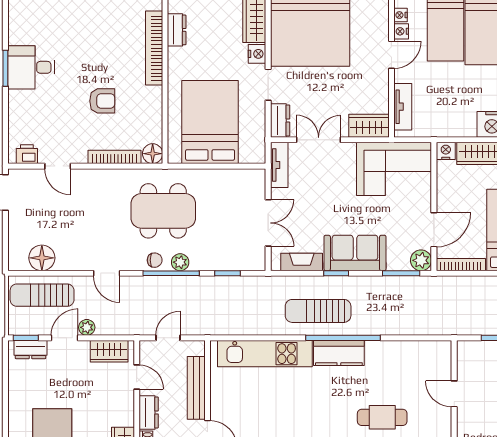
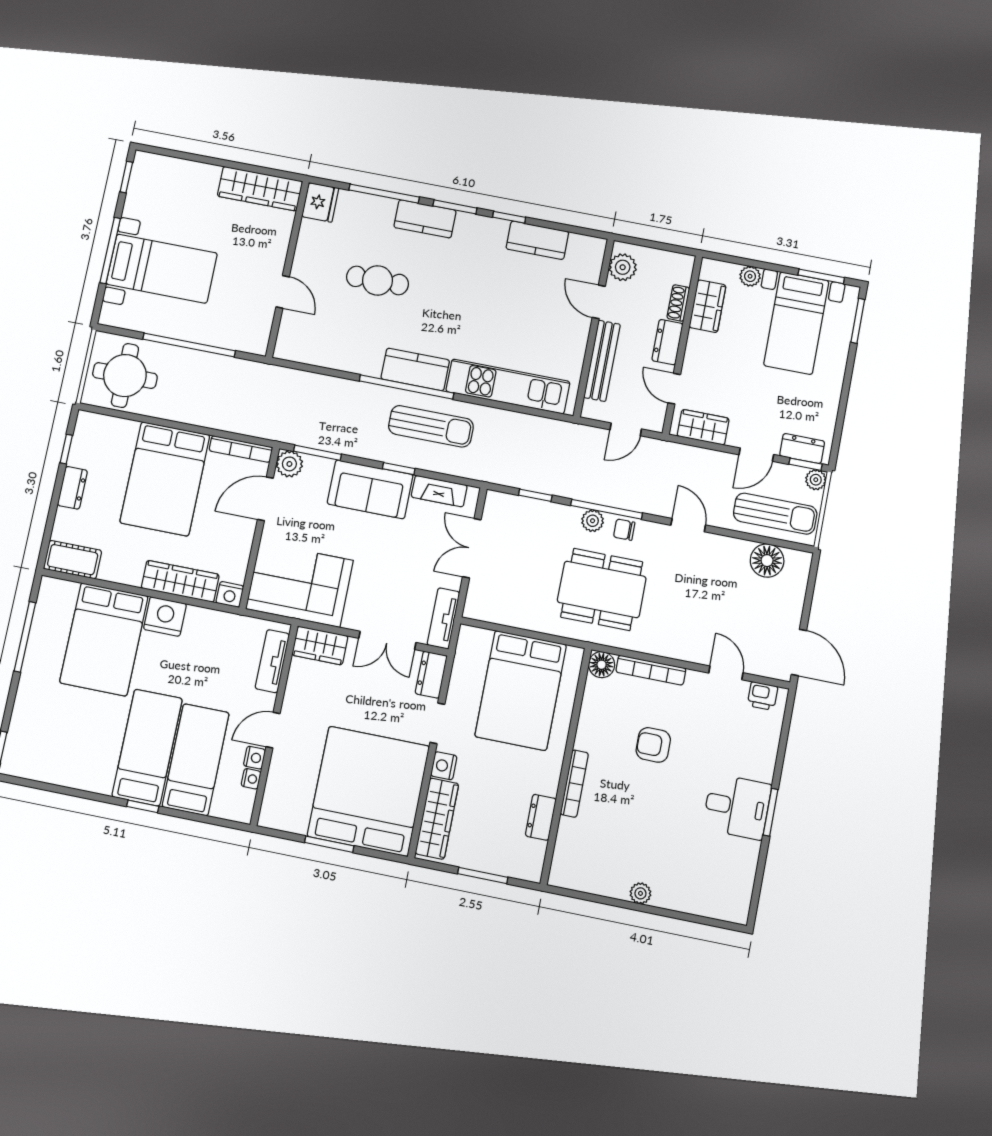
bookcase: (154, 48) -> (574, 784), width x0.68, depth x0.76
plant: (87, 327) -> (816, 480), moved

